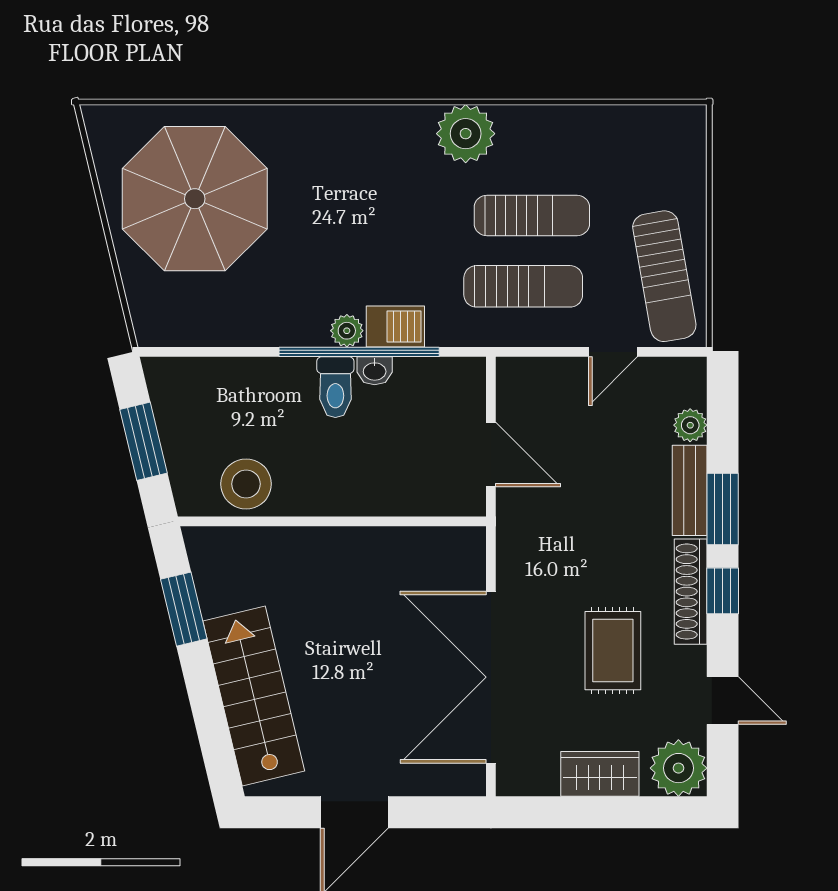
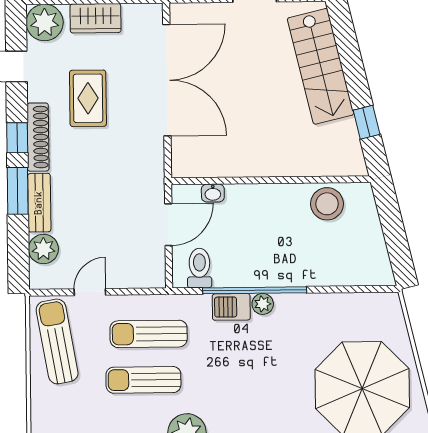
washbasin: (375, 371) -> (213, 193), moved, turned 180
toilet: (335, 387) -> (199, 268), moved
plant: (690, 425) -> (43, 249), width x1.38, depth x1.38
window: (144, 441) -> (394, 231), removed
door: (491, 455) -> (168, 225), swing flipped
window: (184, 609) -> (367, 122), width x0.67

